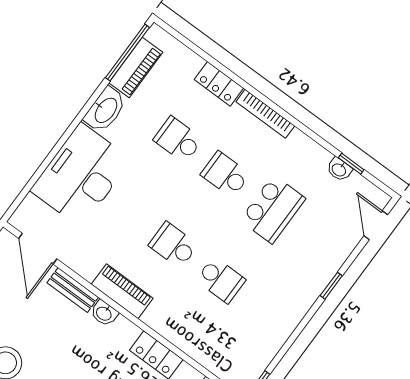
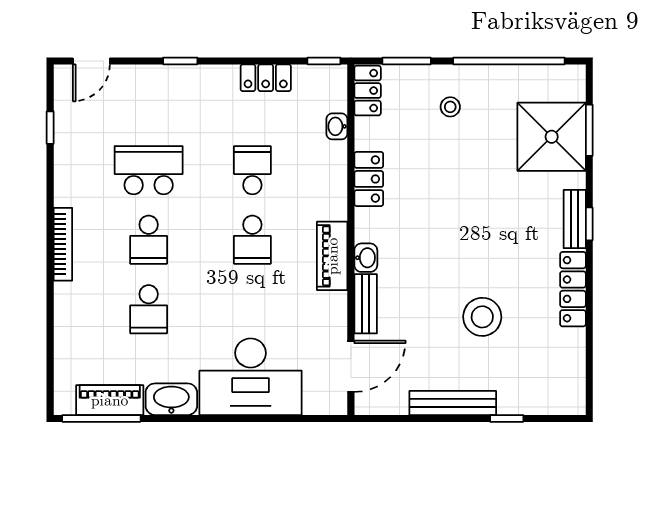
locker: (219, 84) -> (266, 78), moved, turned 90
washbasin: (339, 170) -> (337, 126), moved, turned 180

